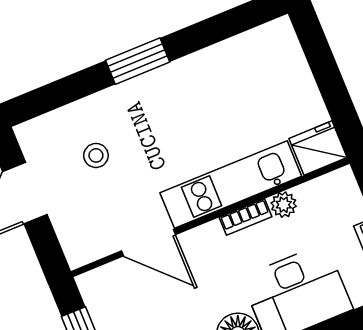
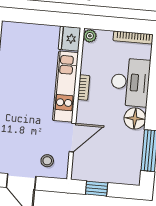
stool: (96, 155) -> (47, 161), moved
plant: (284, 205) -> (90, 36), moved

